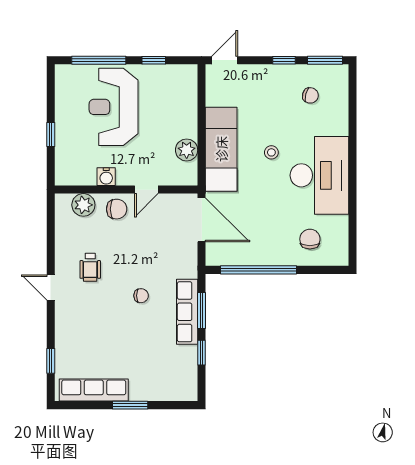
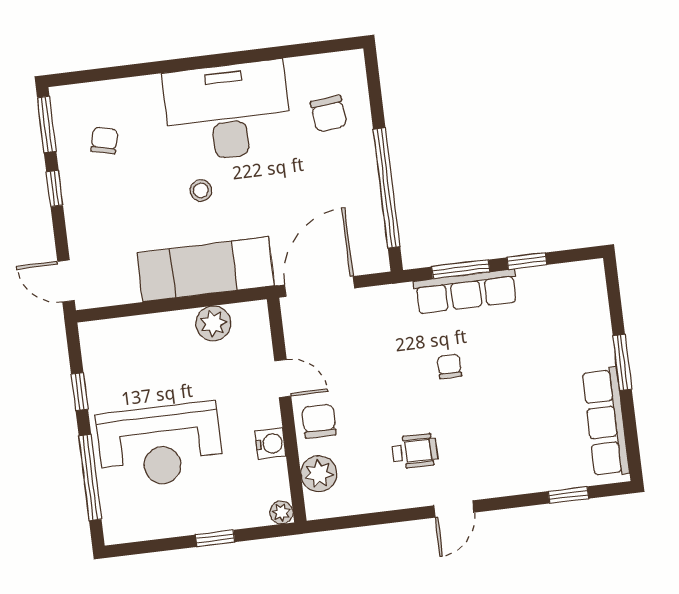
plant: (62, 178) -> (281, 512), added
chair: (310, 239) -> (329, 114), turned -96

